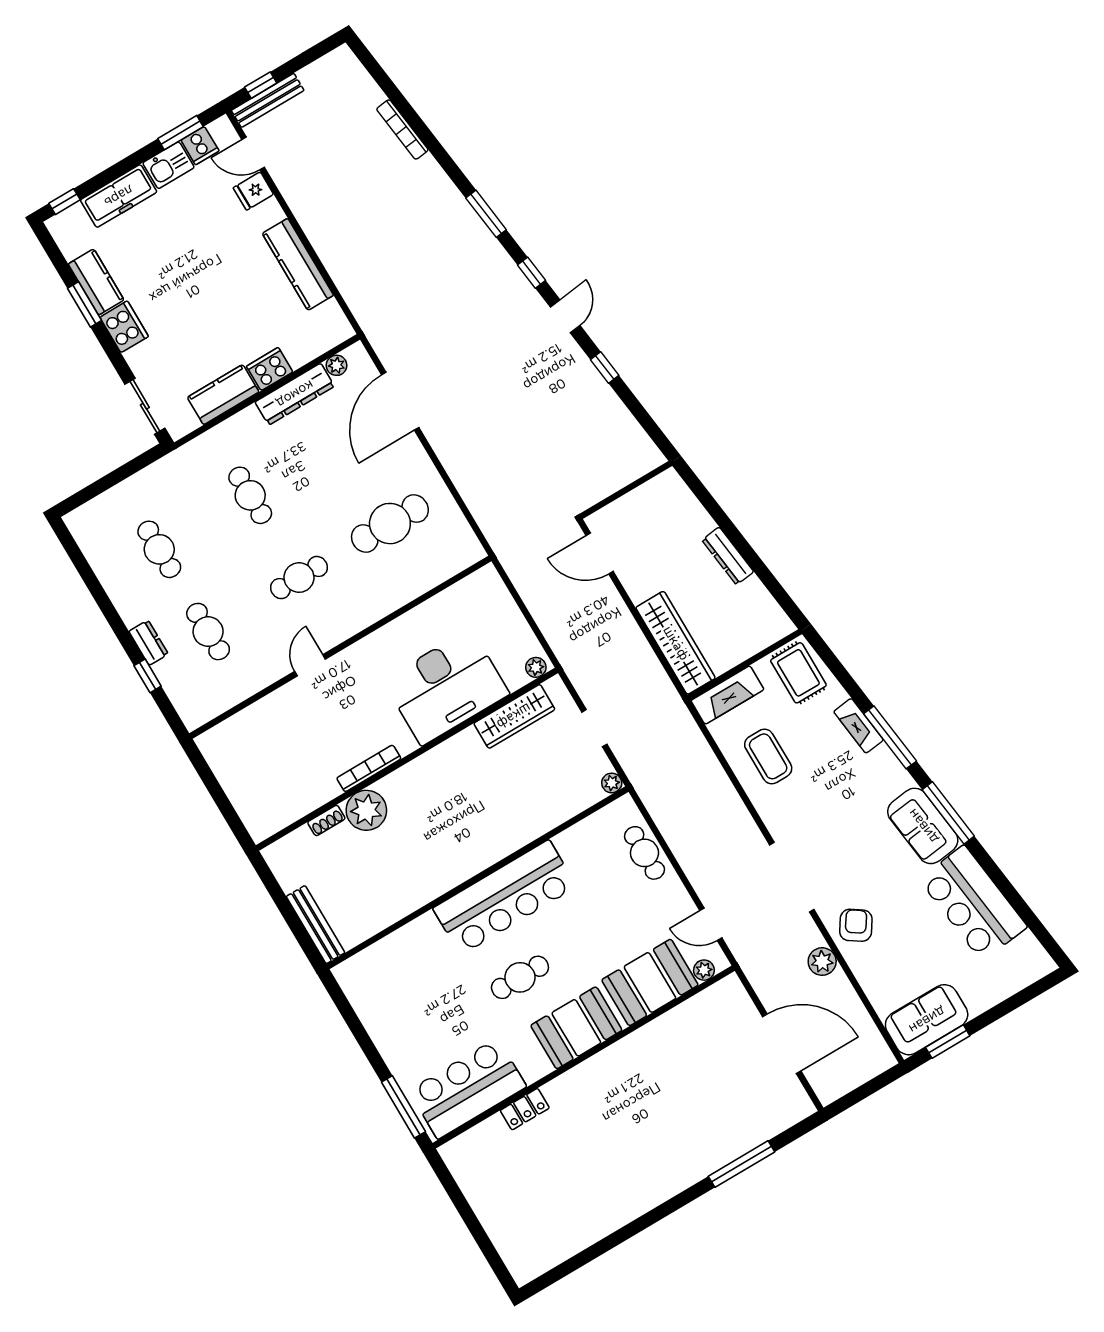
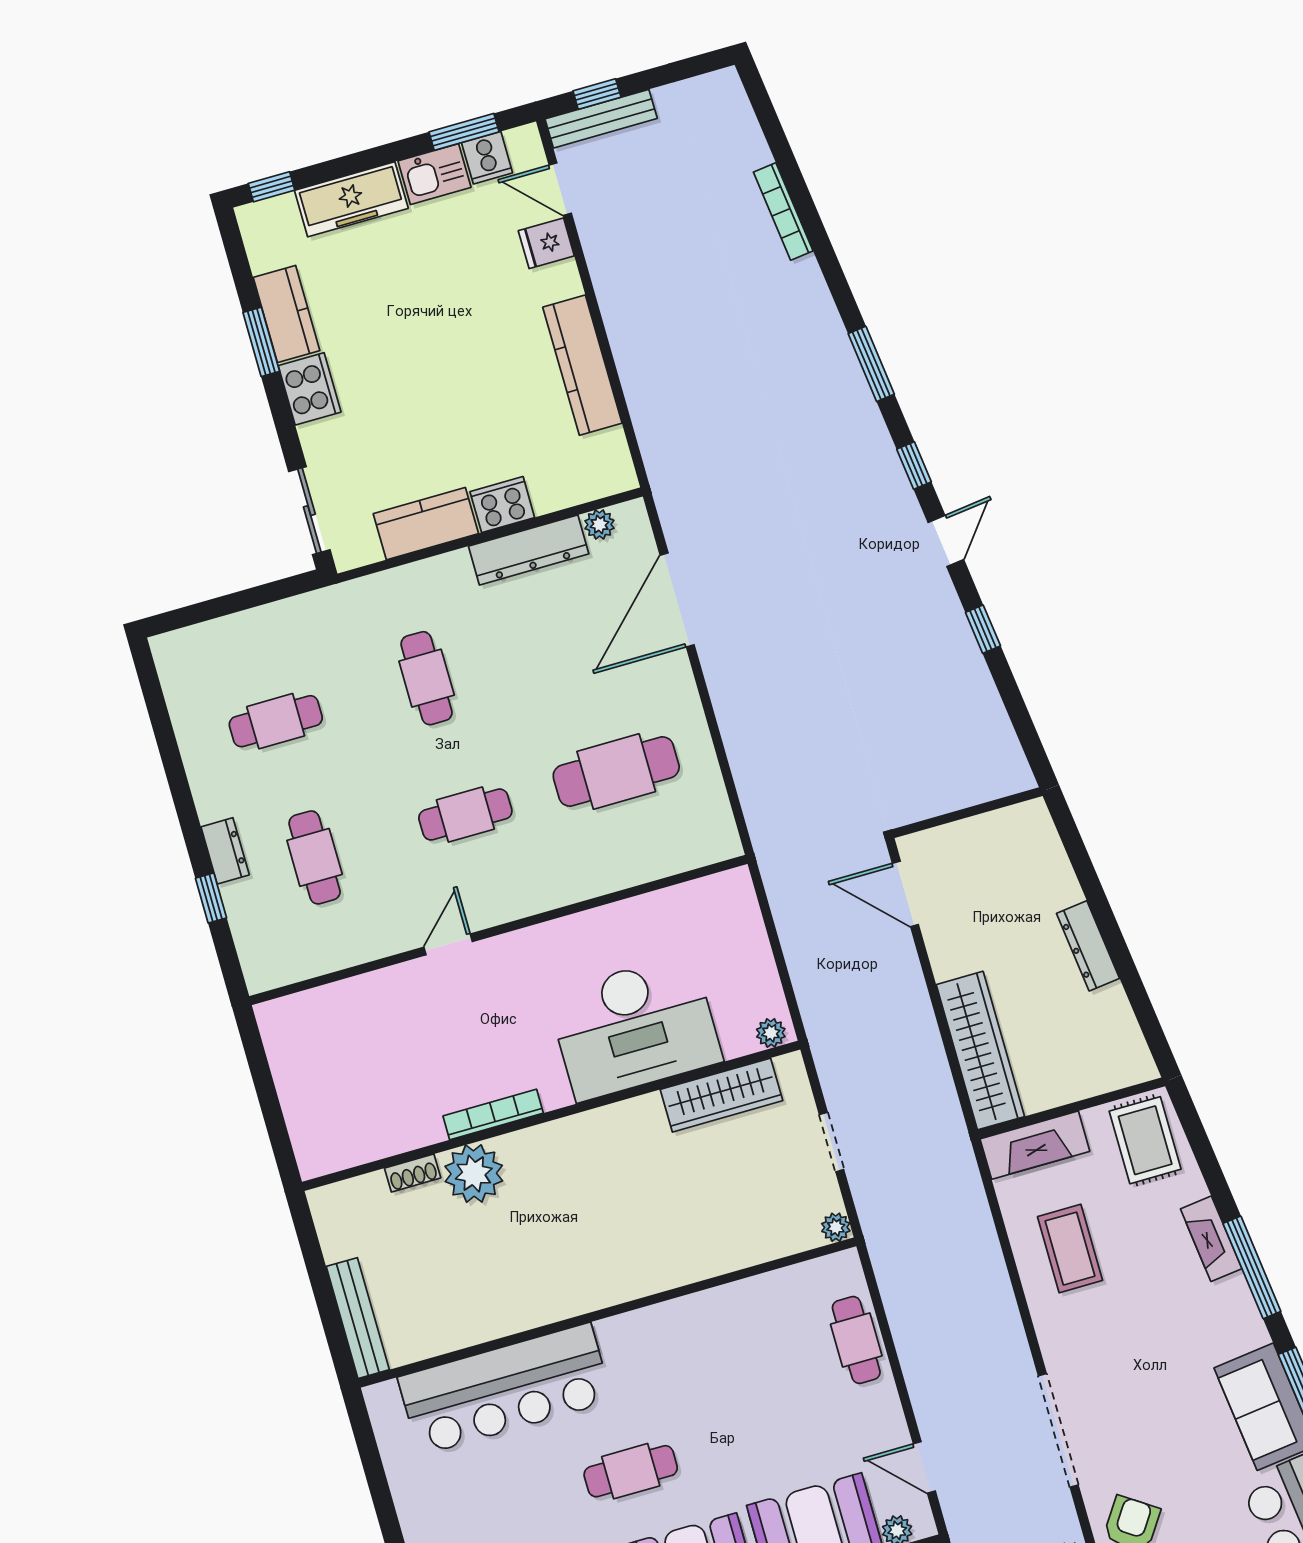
cafe table: (159, 549) -> (276, 721), turned 90
bar counter: (505, 897) -> (505, 1389), moved

